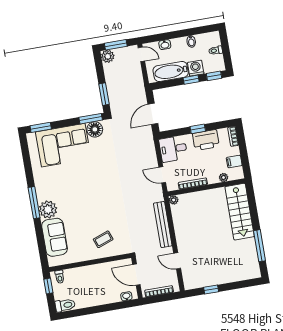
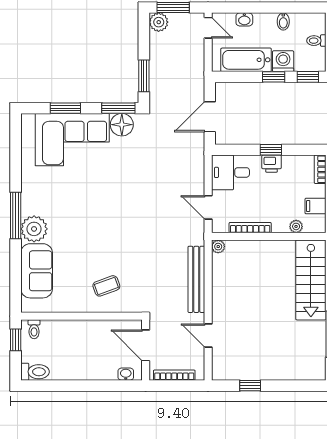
window: (41, 127) -> (65, 108), moved
printer: (206, 140) -> (271, 164), width x0.53, depth x0.68

